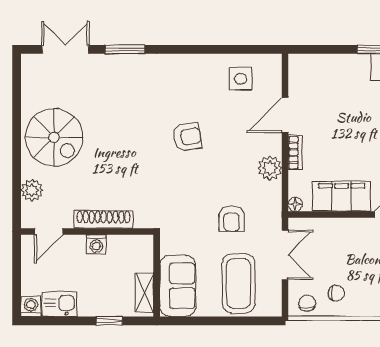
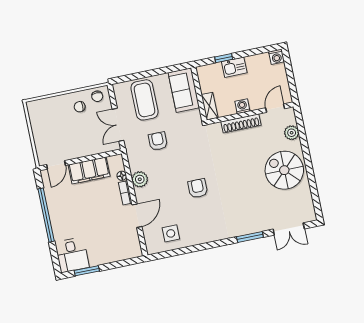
armchair: (187, 137) -> (198, 188), turned 100
floor lamp: (295, 204) -> (122, 176), moved
shelving: (145, 293) -> (210, 106), moved
kitchen sink: (60, 304) -> (234, 67), moved

